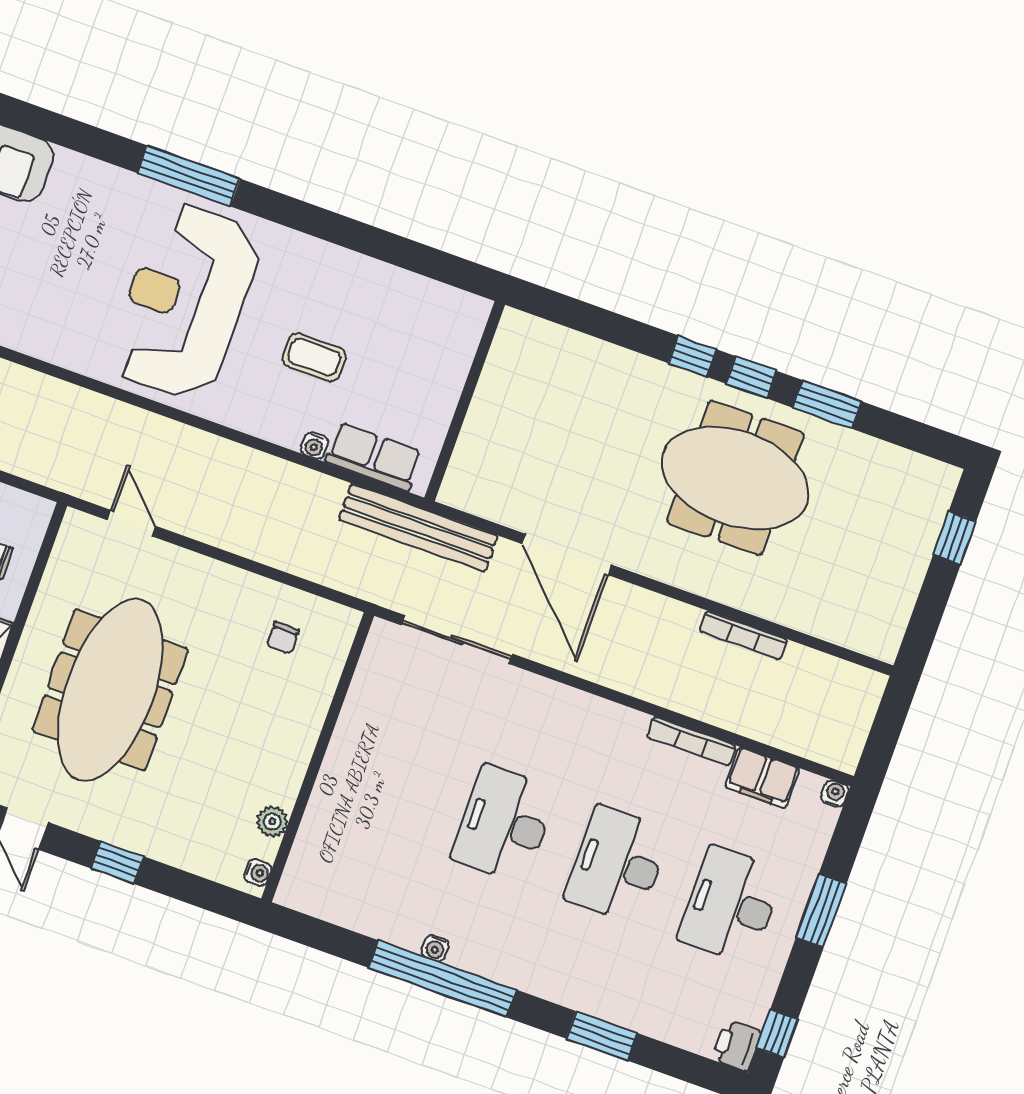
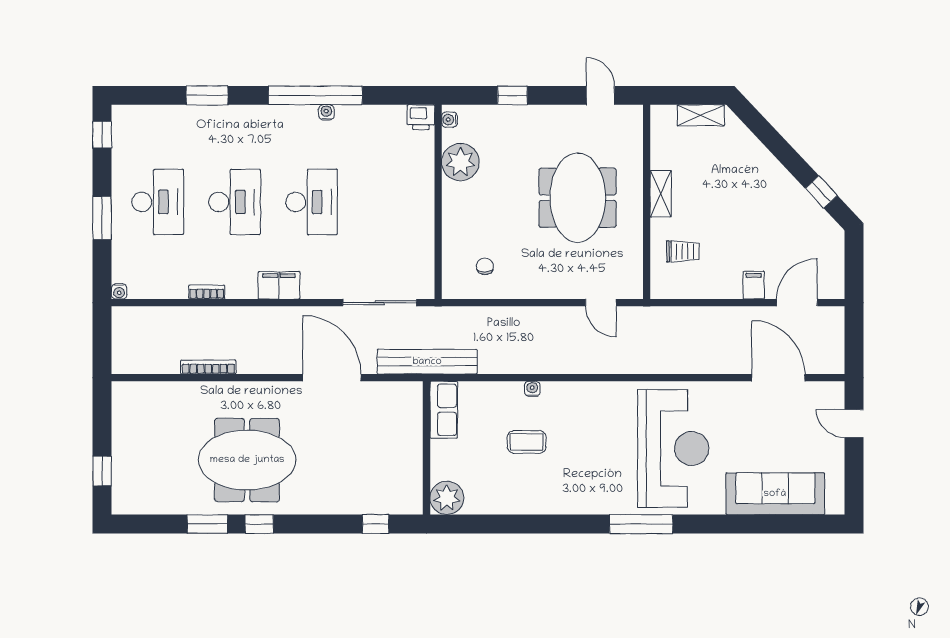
reception desk: (185, 301) -> (673, 449), moved
plant: (461, 317) -> (447, 498), added
window: (693, 356) -> (376, 524), moved
water cooler: (314, 446) -> (532, 389), moved
row of seats: (374, 457) -> (444, 410), moved, turned -90
meeting table: (110, 690) -> (578, 198), width x0.73
bookcase: (691, 741) -> (207, 292), width x0.64
filing cabinet: (762, 778) -> (279, 285), moved
plant: (272, 822) -> (460, 162), width x1.87, depth x1.87
window: (117, 862) -> (512, 95), moved
printer: (736, 1046) -> (421, 117), moved, turned 90

